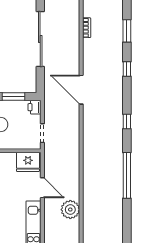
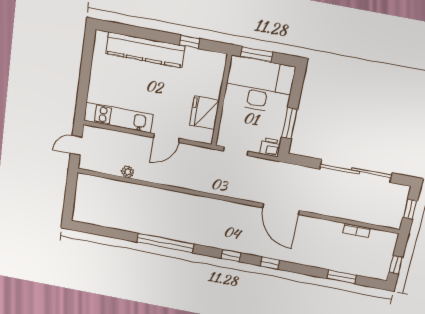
window: (127, 69) -> (270, 263), moved
door: (81, 90) -> (281, 209), swing flipped
fridge: (28, 162) -> (204, 113), moved
plant: (70, 210) -> (128, 172), width x0.53, depth x0.53

